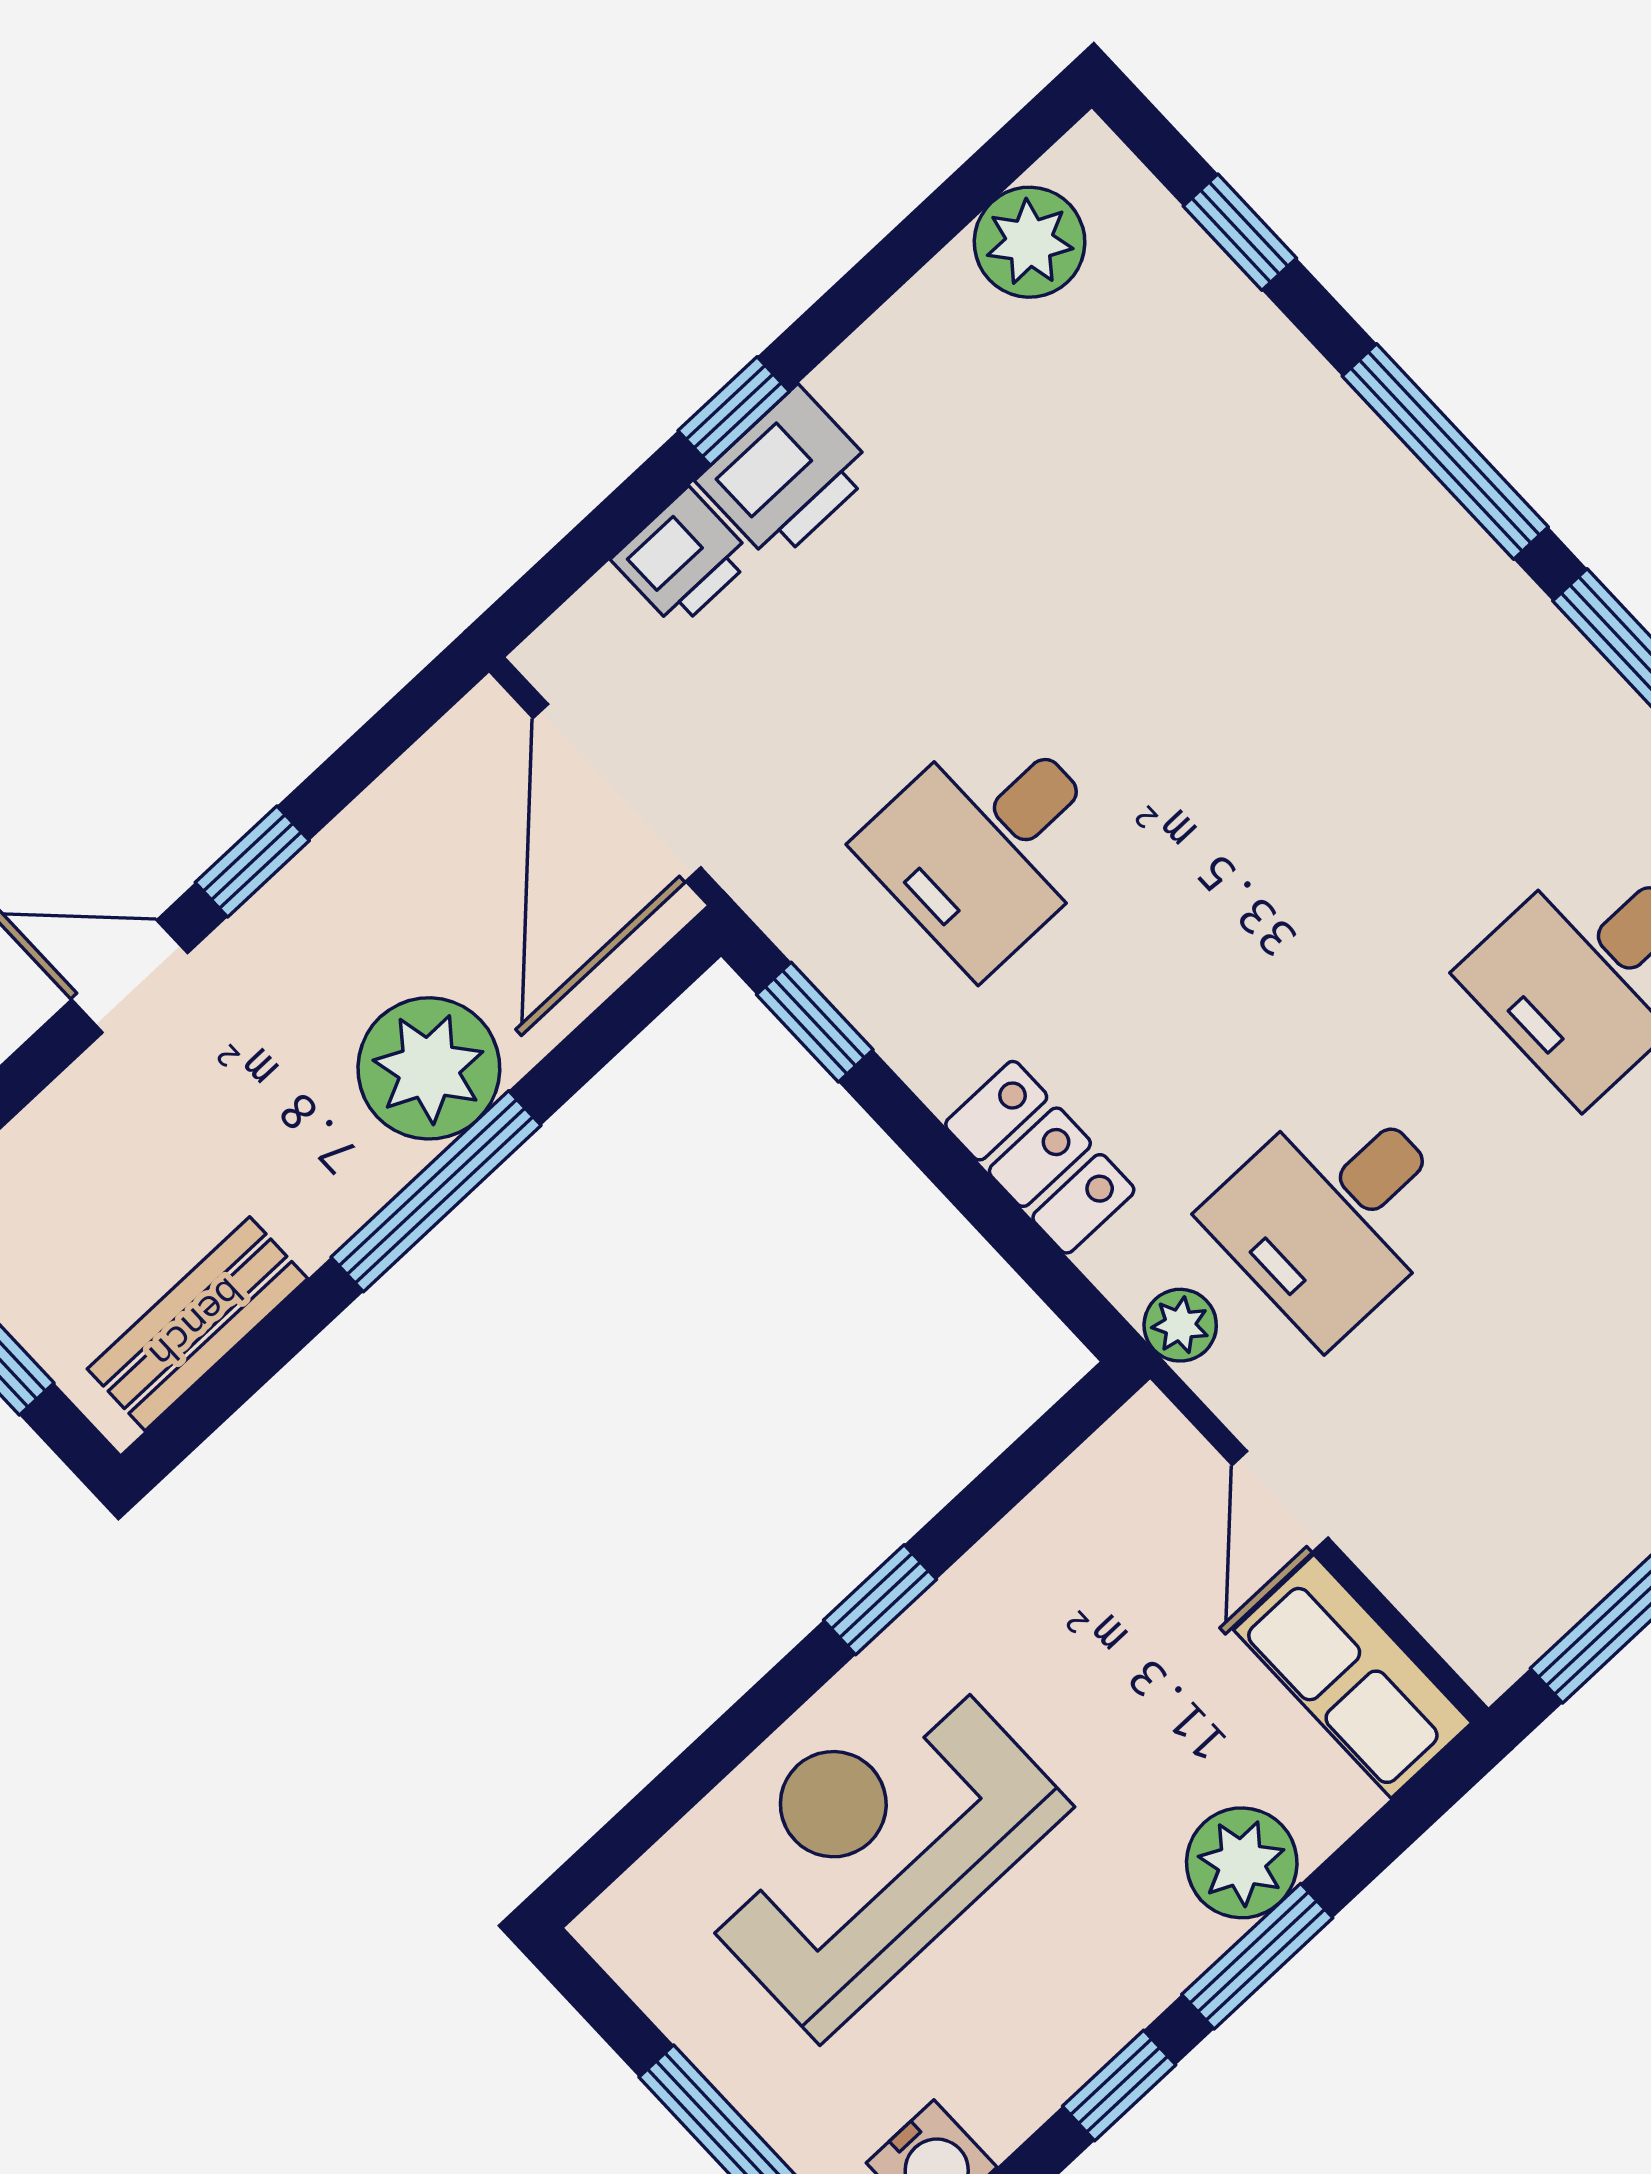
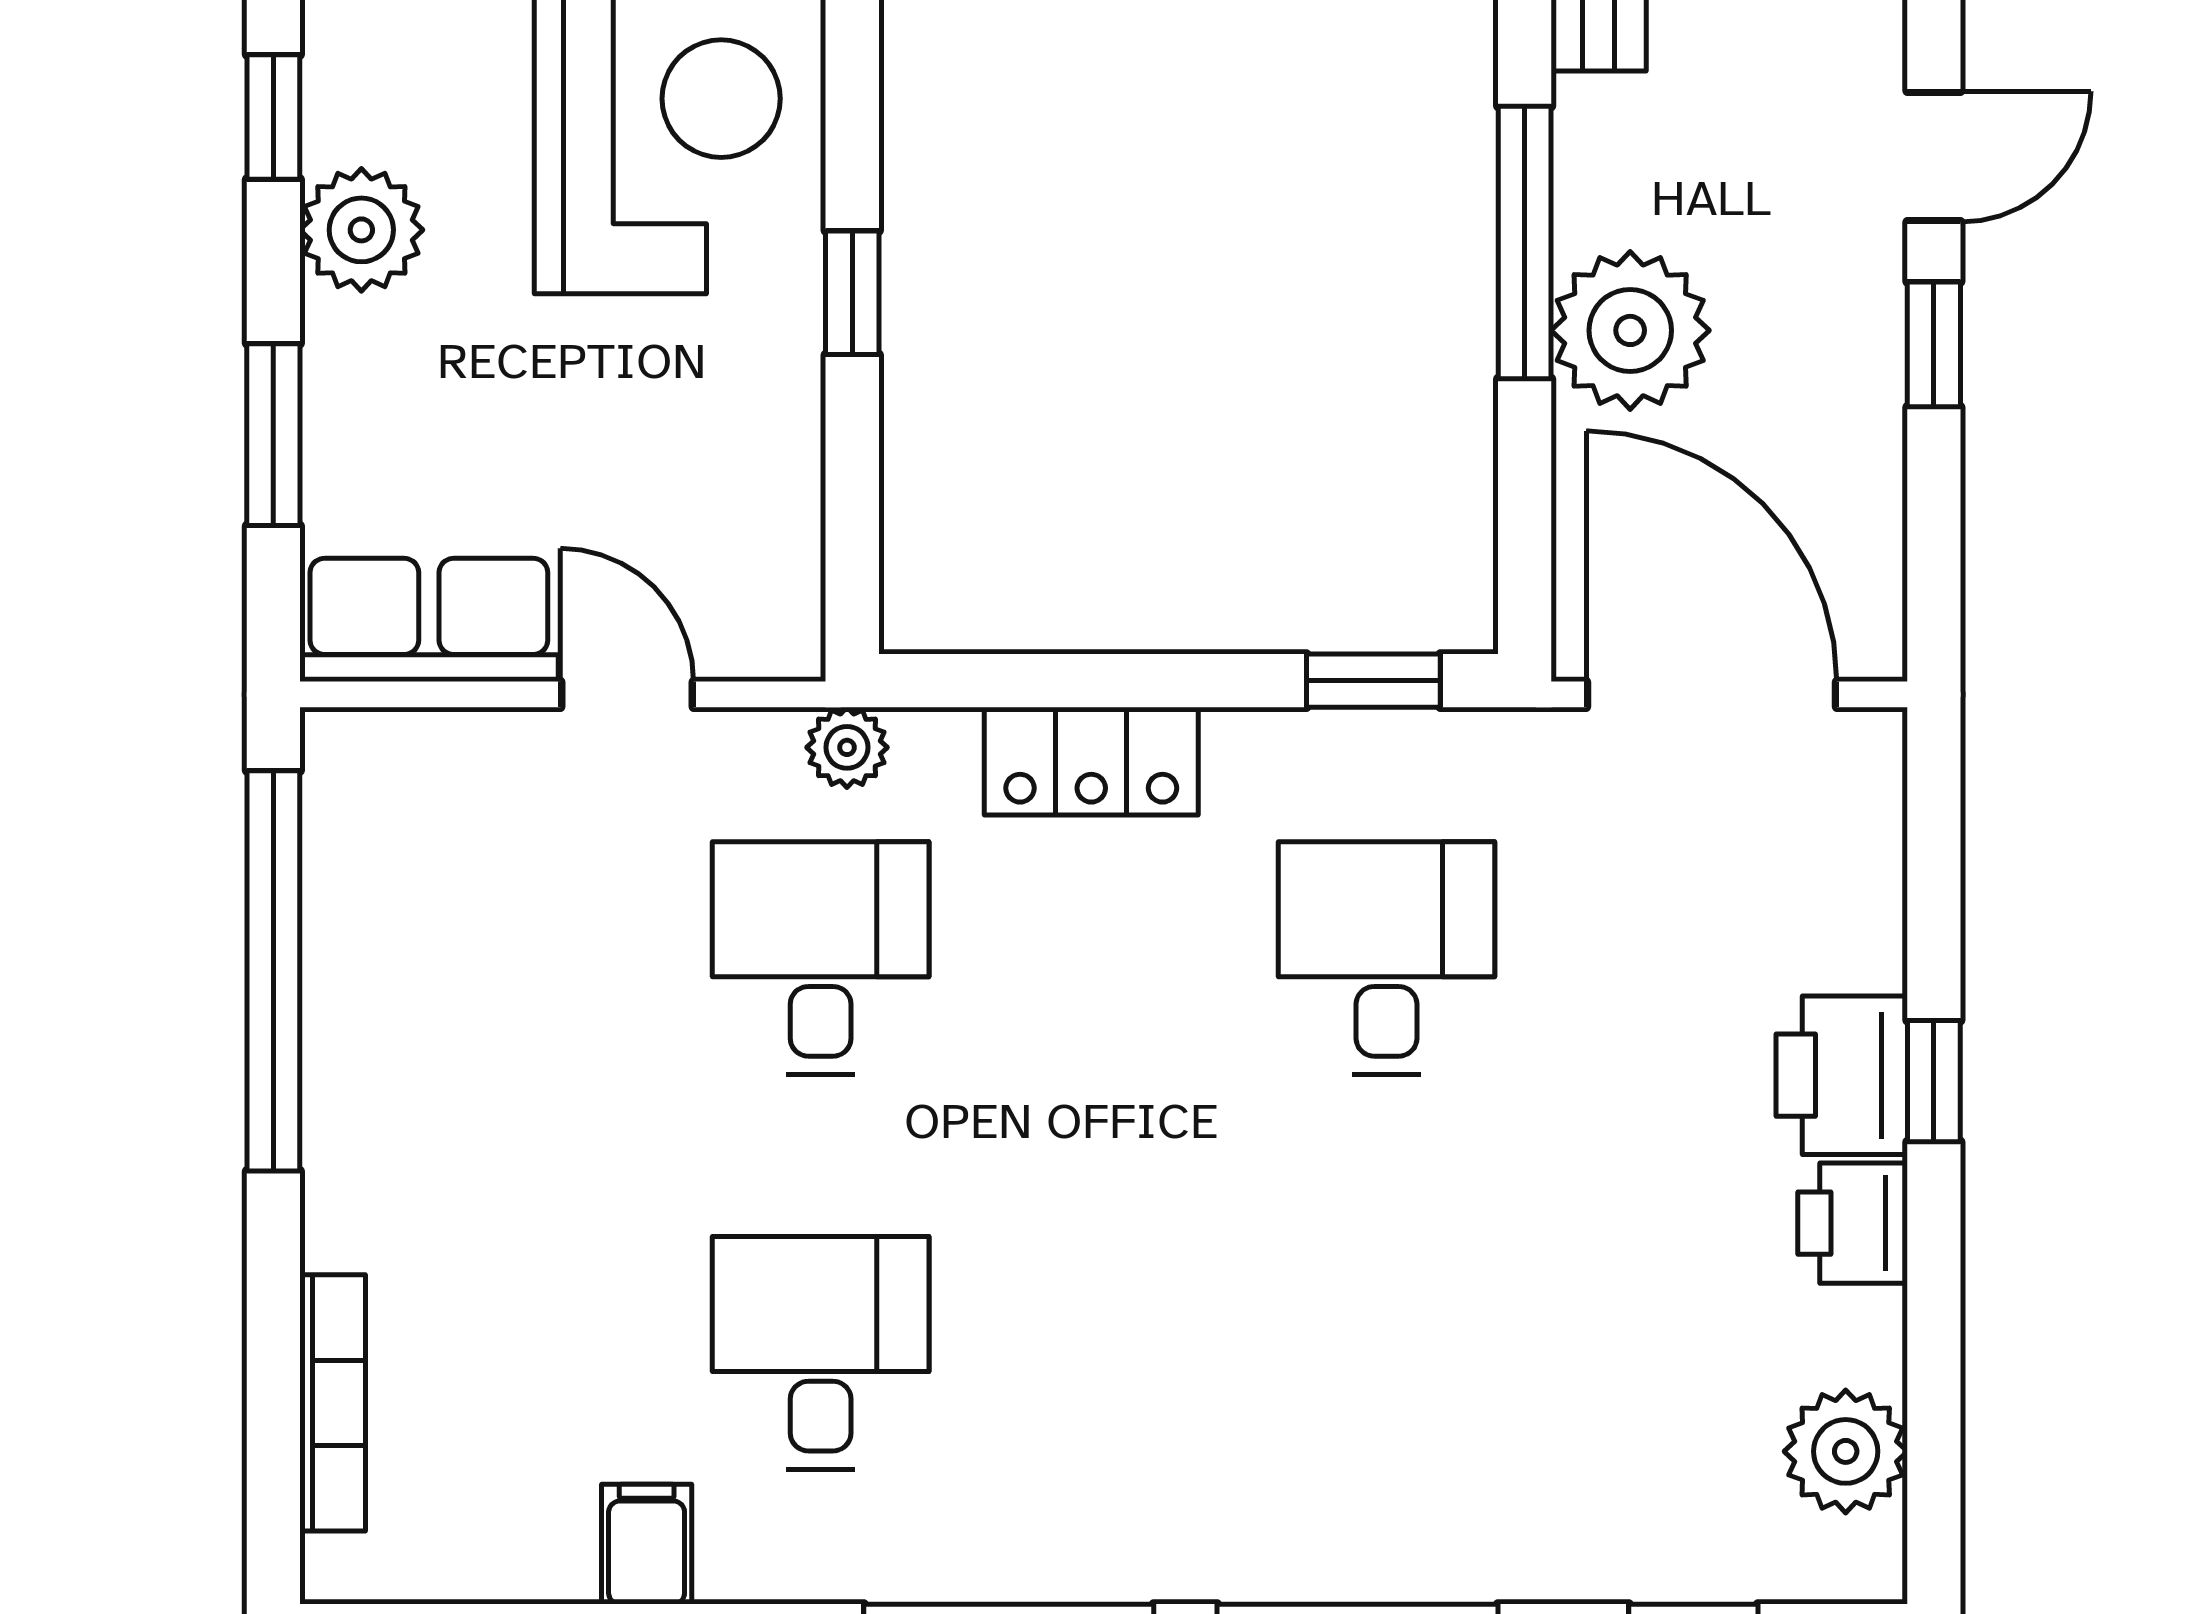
printer: (683, 558) -> (1853, 1223), moved
plant: (1242, 1863) -> (361, 230), moved
window: (1257, 1956) -> (273, 435), moved

